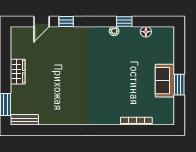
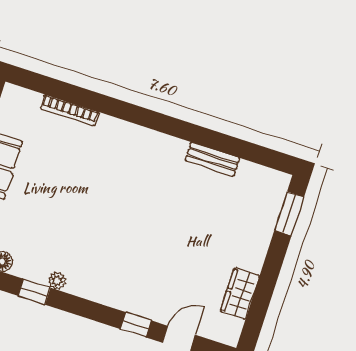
wardrobe: (18, 72) -> (240, 293), moved
bench: (24, 120) -> (212, 159), moved

